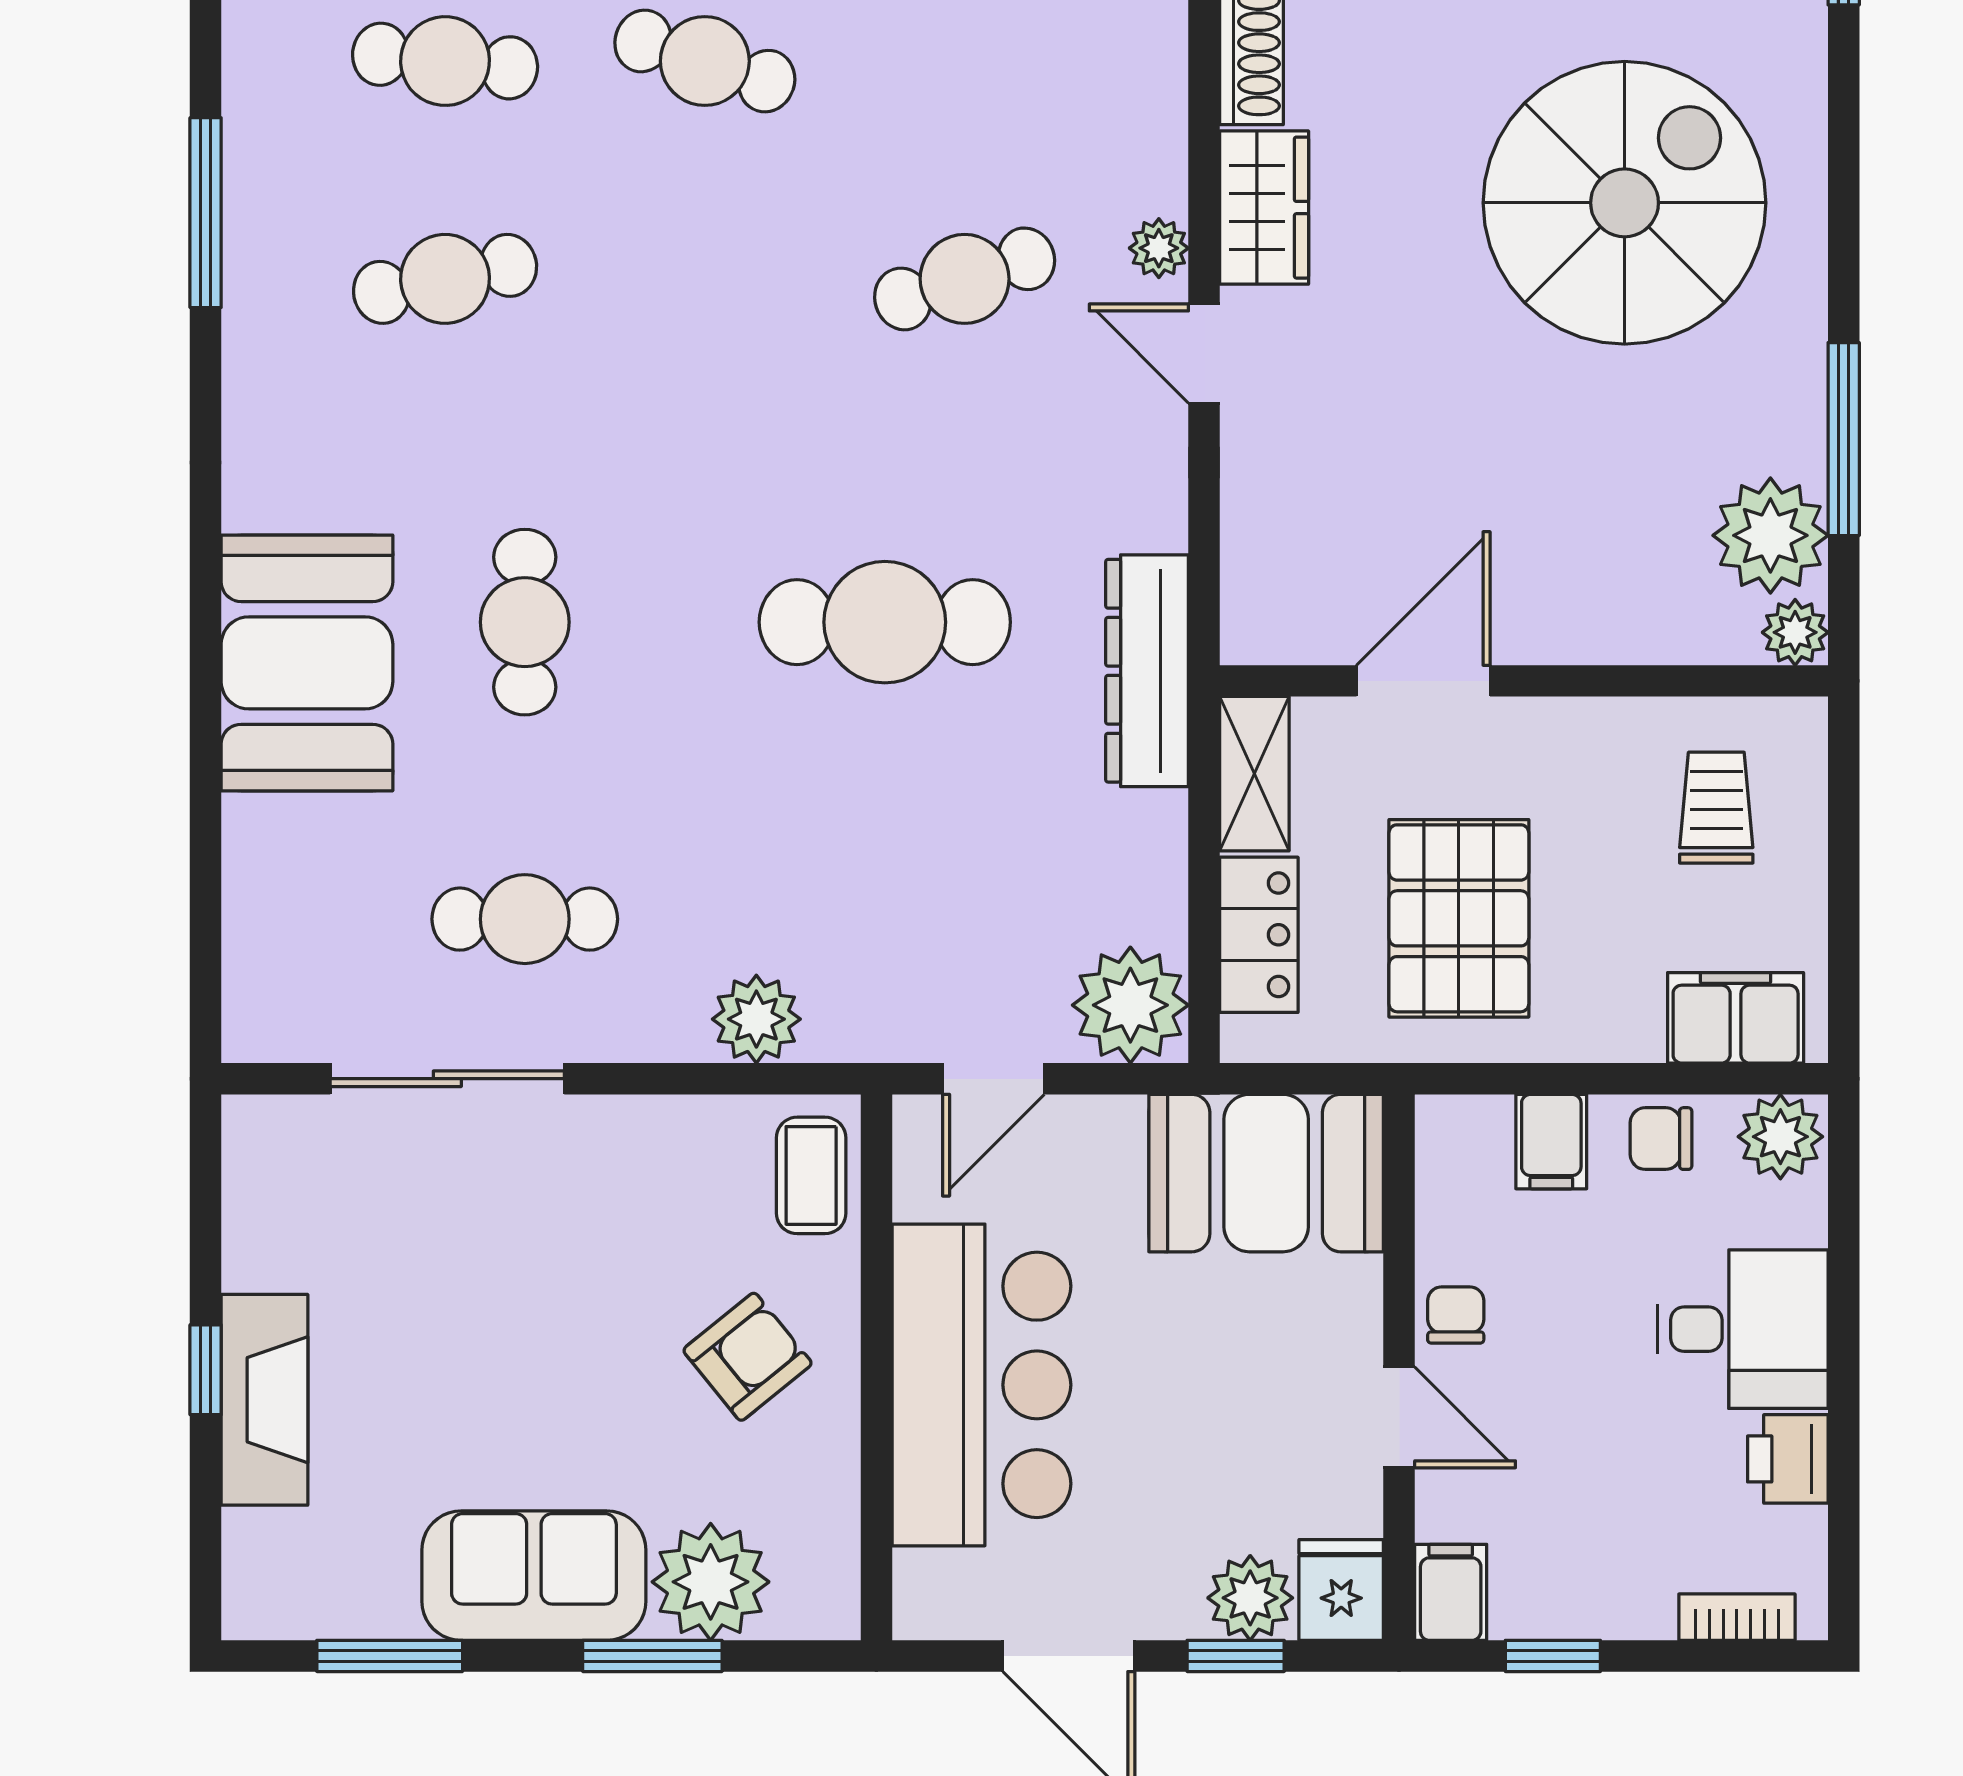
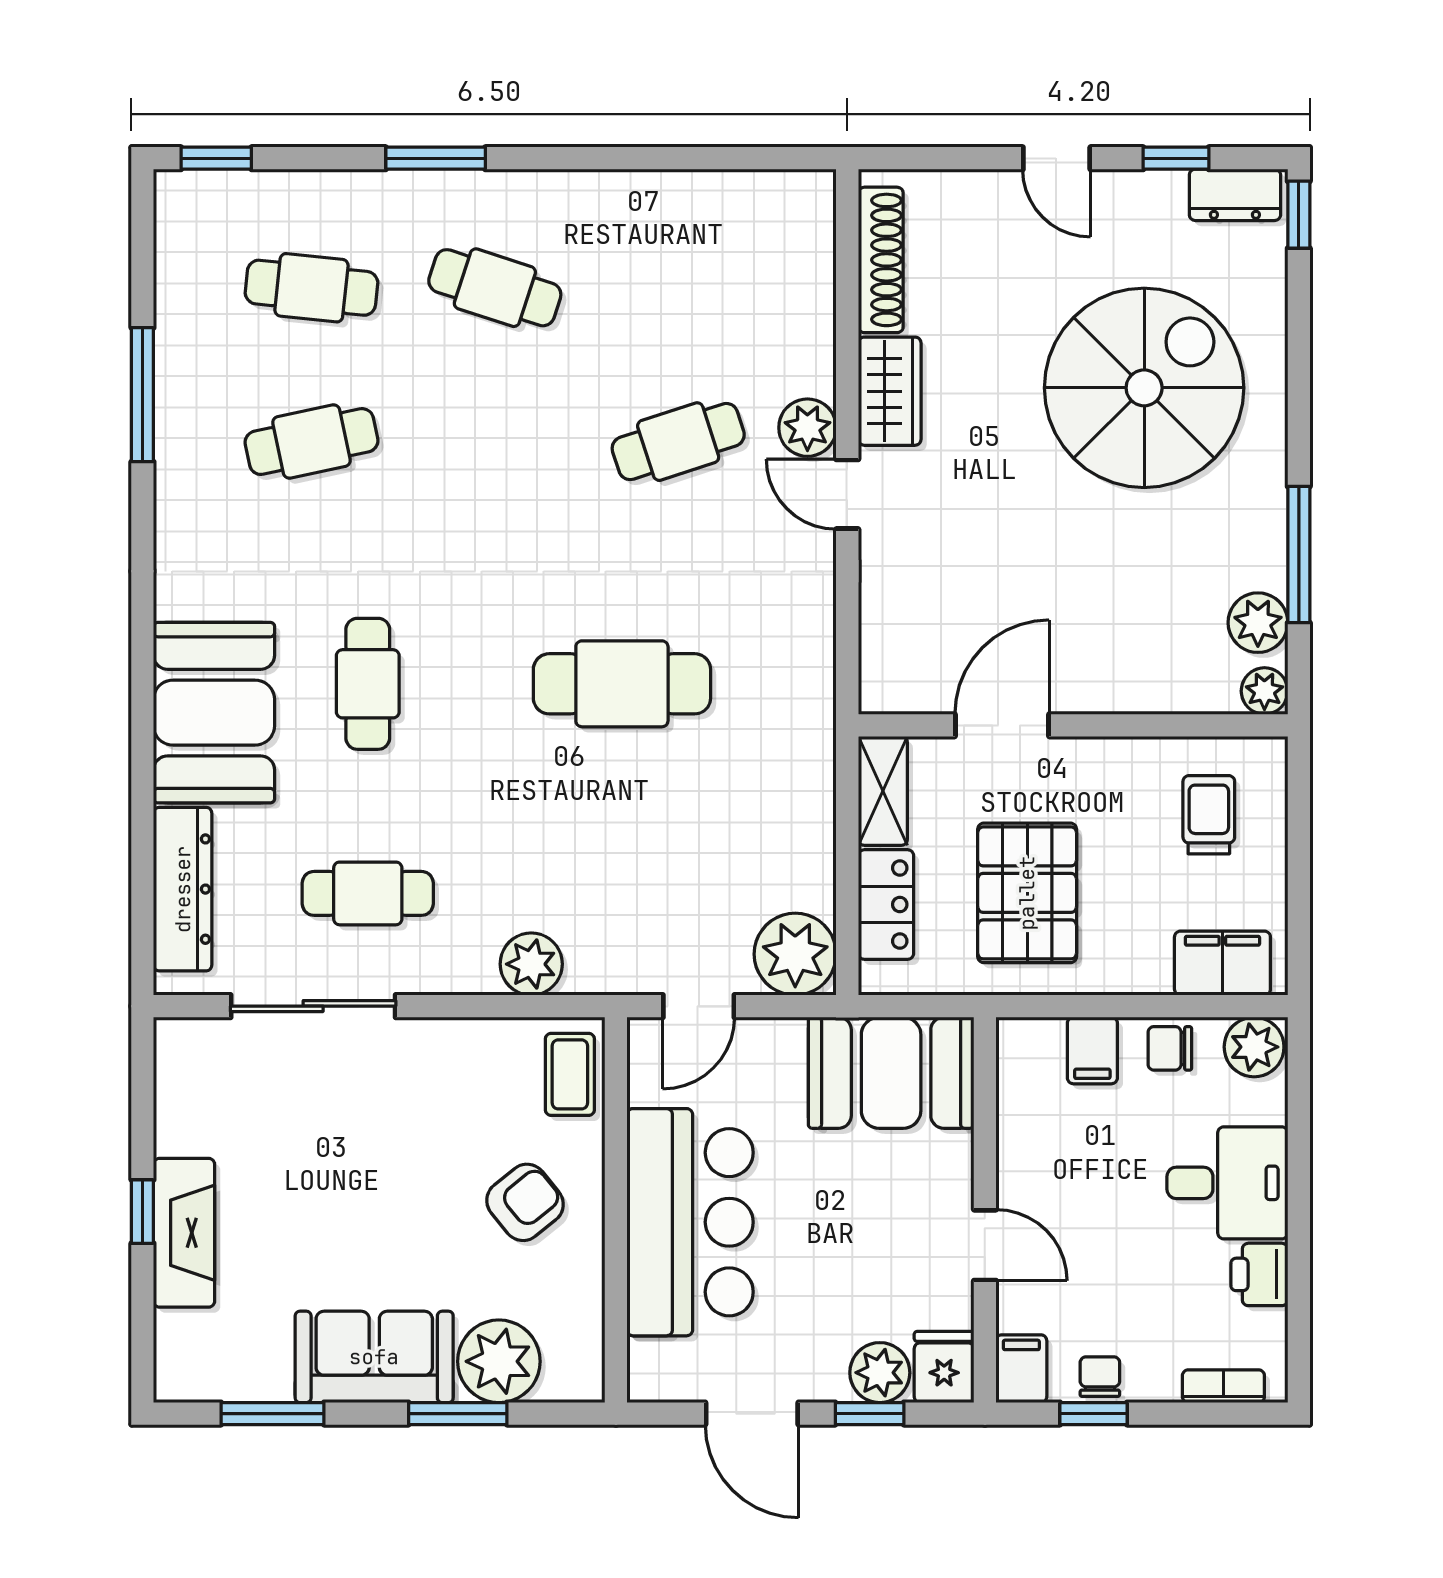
plant: (1159, 248) -> (807, 428), width x1.38, depth x1.38
plant: (1770, 535) -> (1258, 623), width x0.73, depth x0.73
dresser: (1147, 671) -> (183, 889), moved, turned 180
chair: (1456, 1315) -> (1100, 1377), moved

